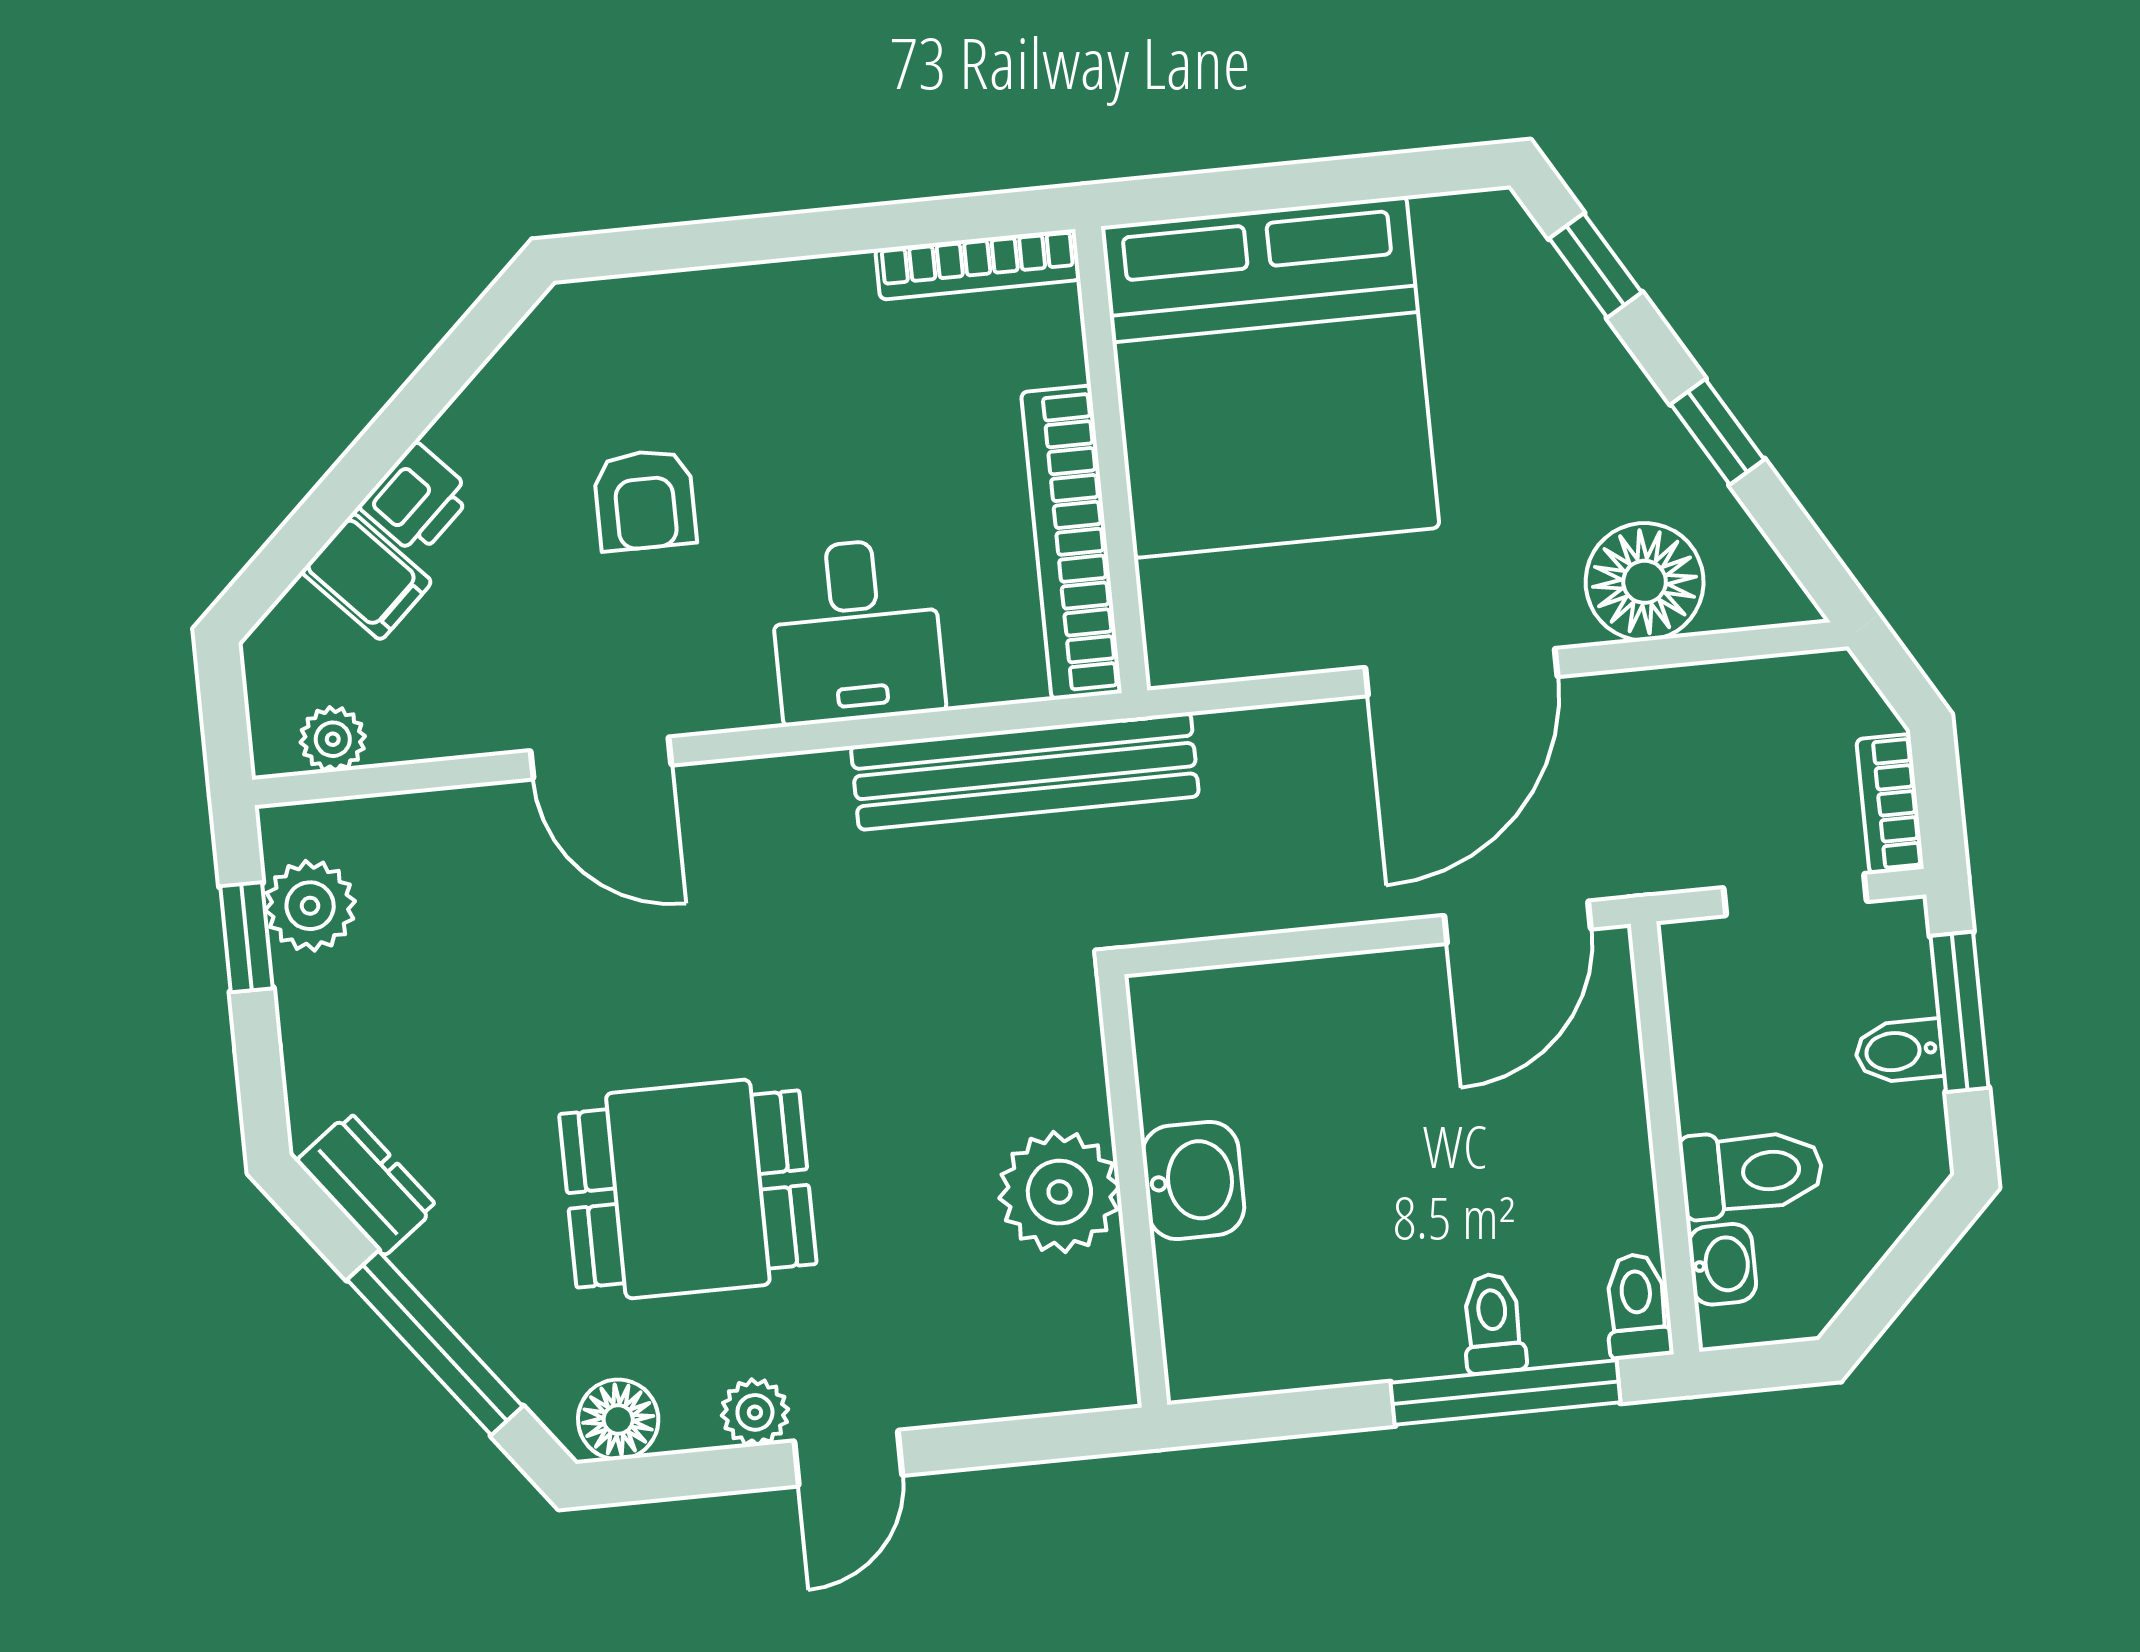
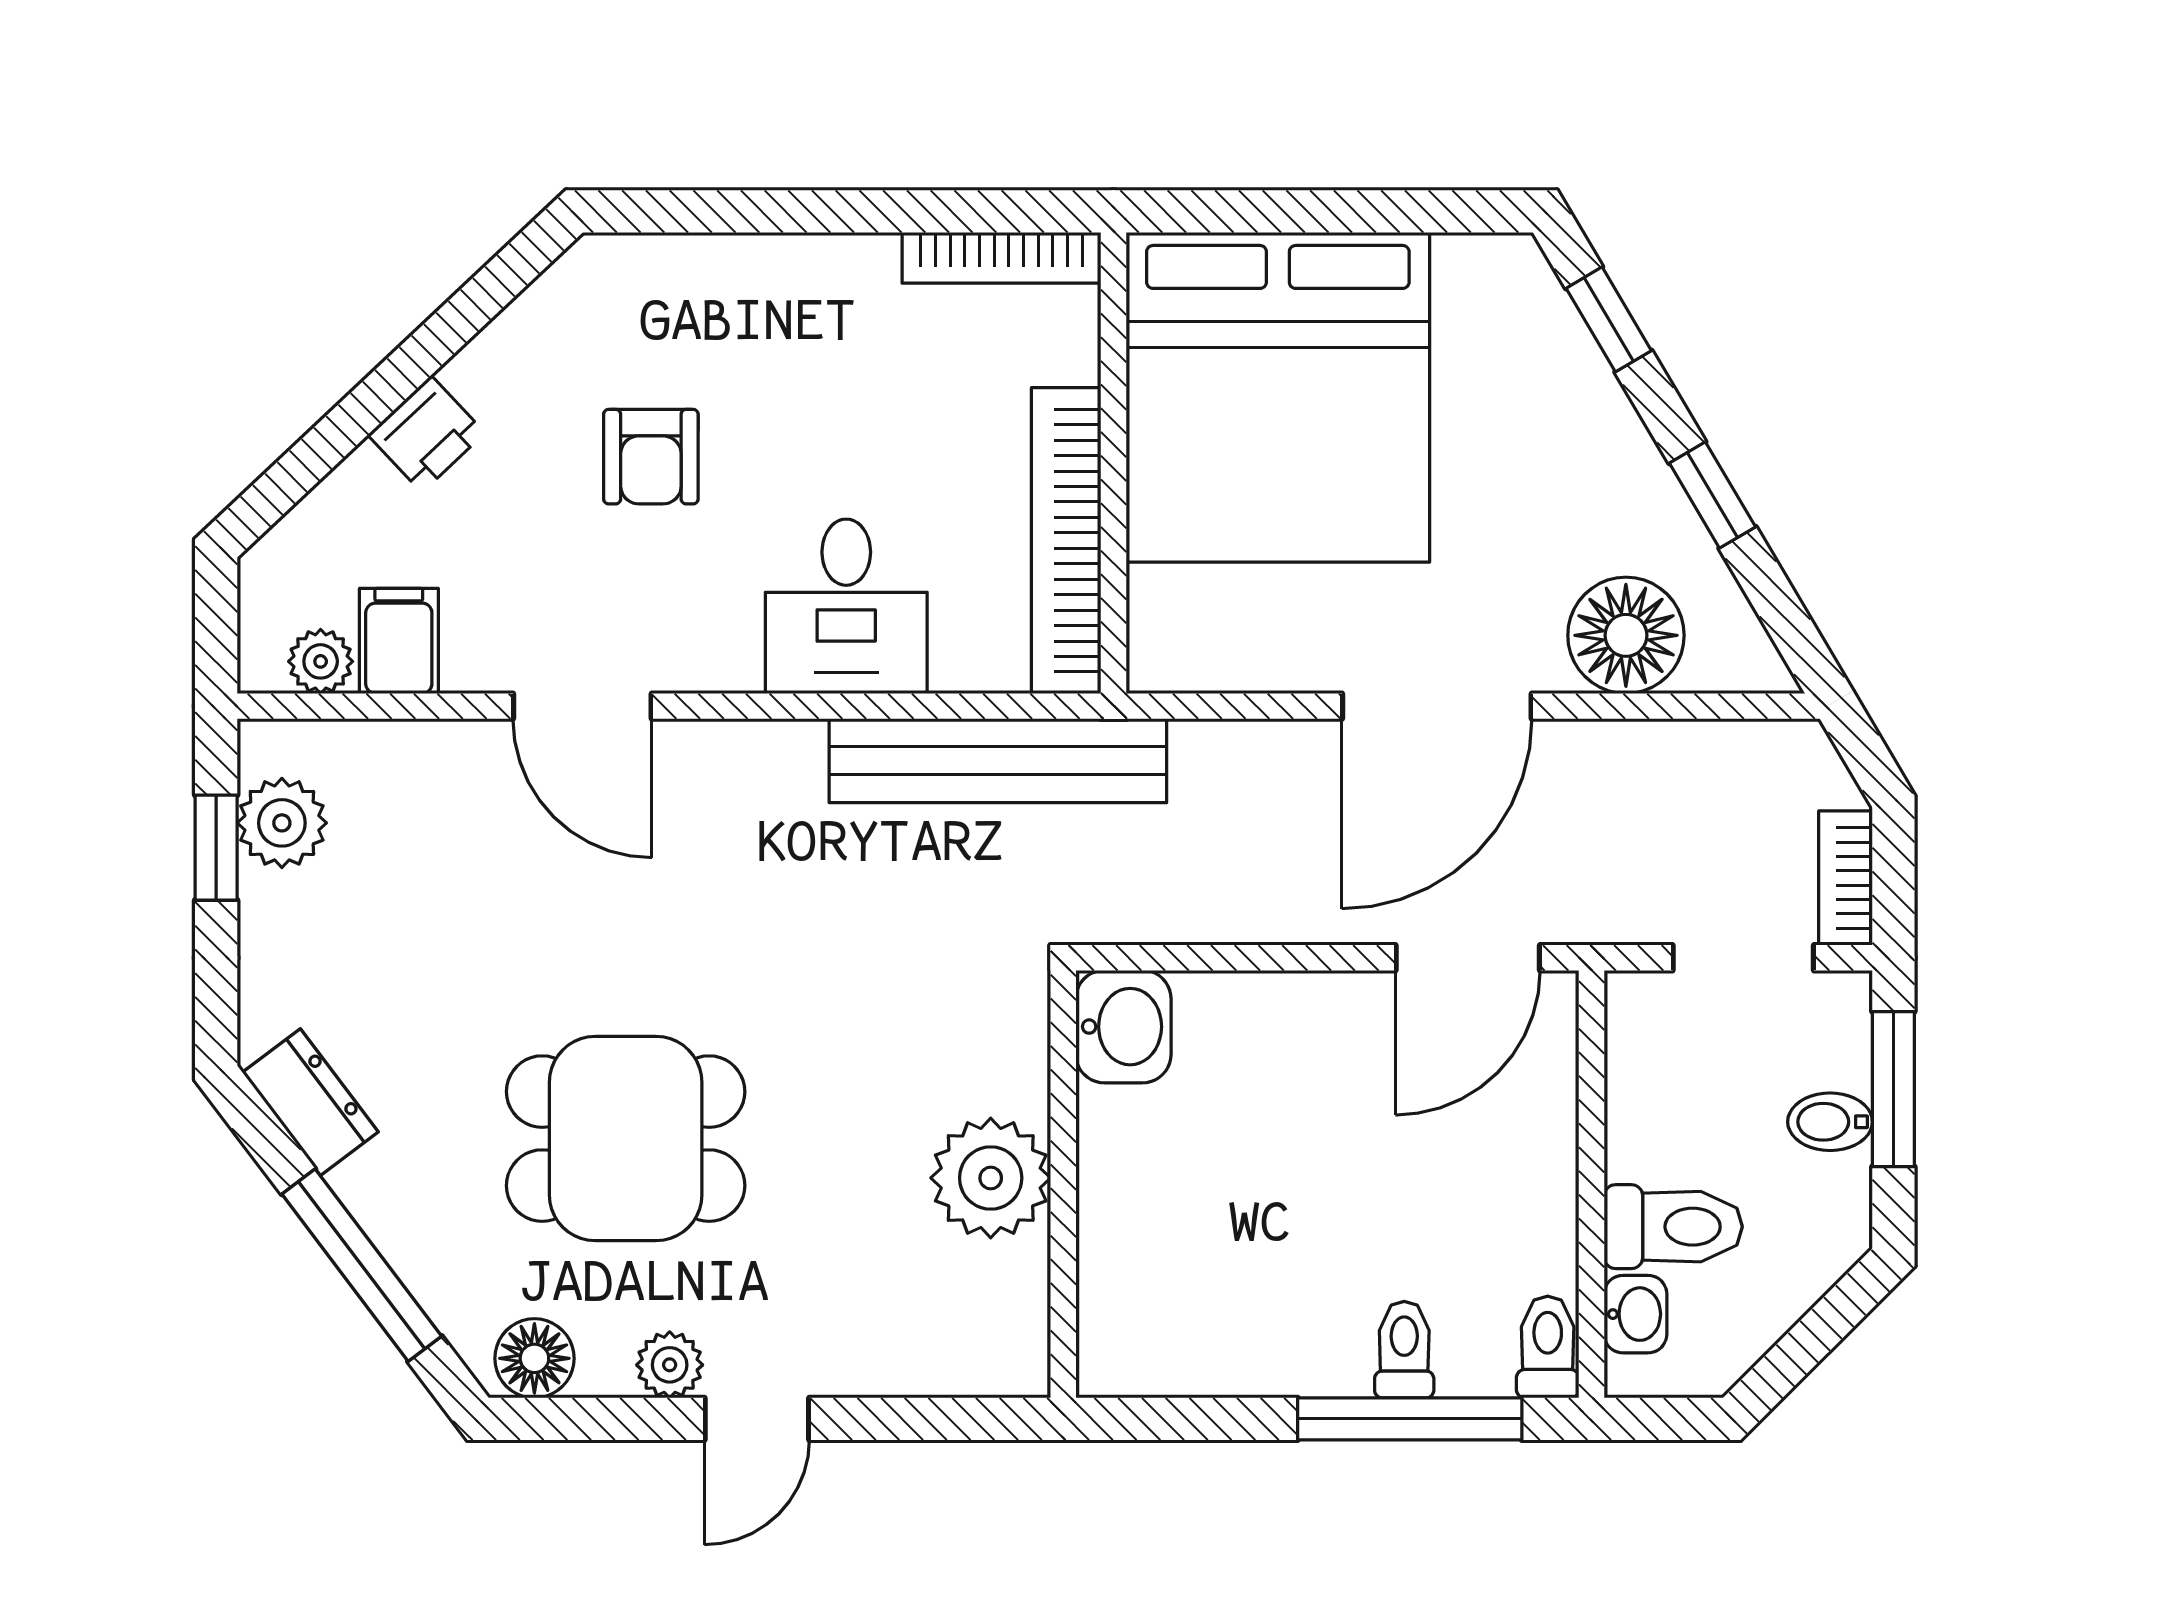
filing cabinet: (367, 577) -> (399, 641), moved, turned -137
washbasin: (1193, 1180) -> (1123, 1027), moved

